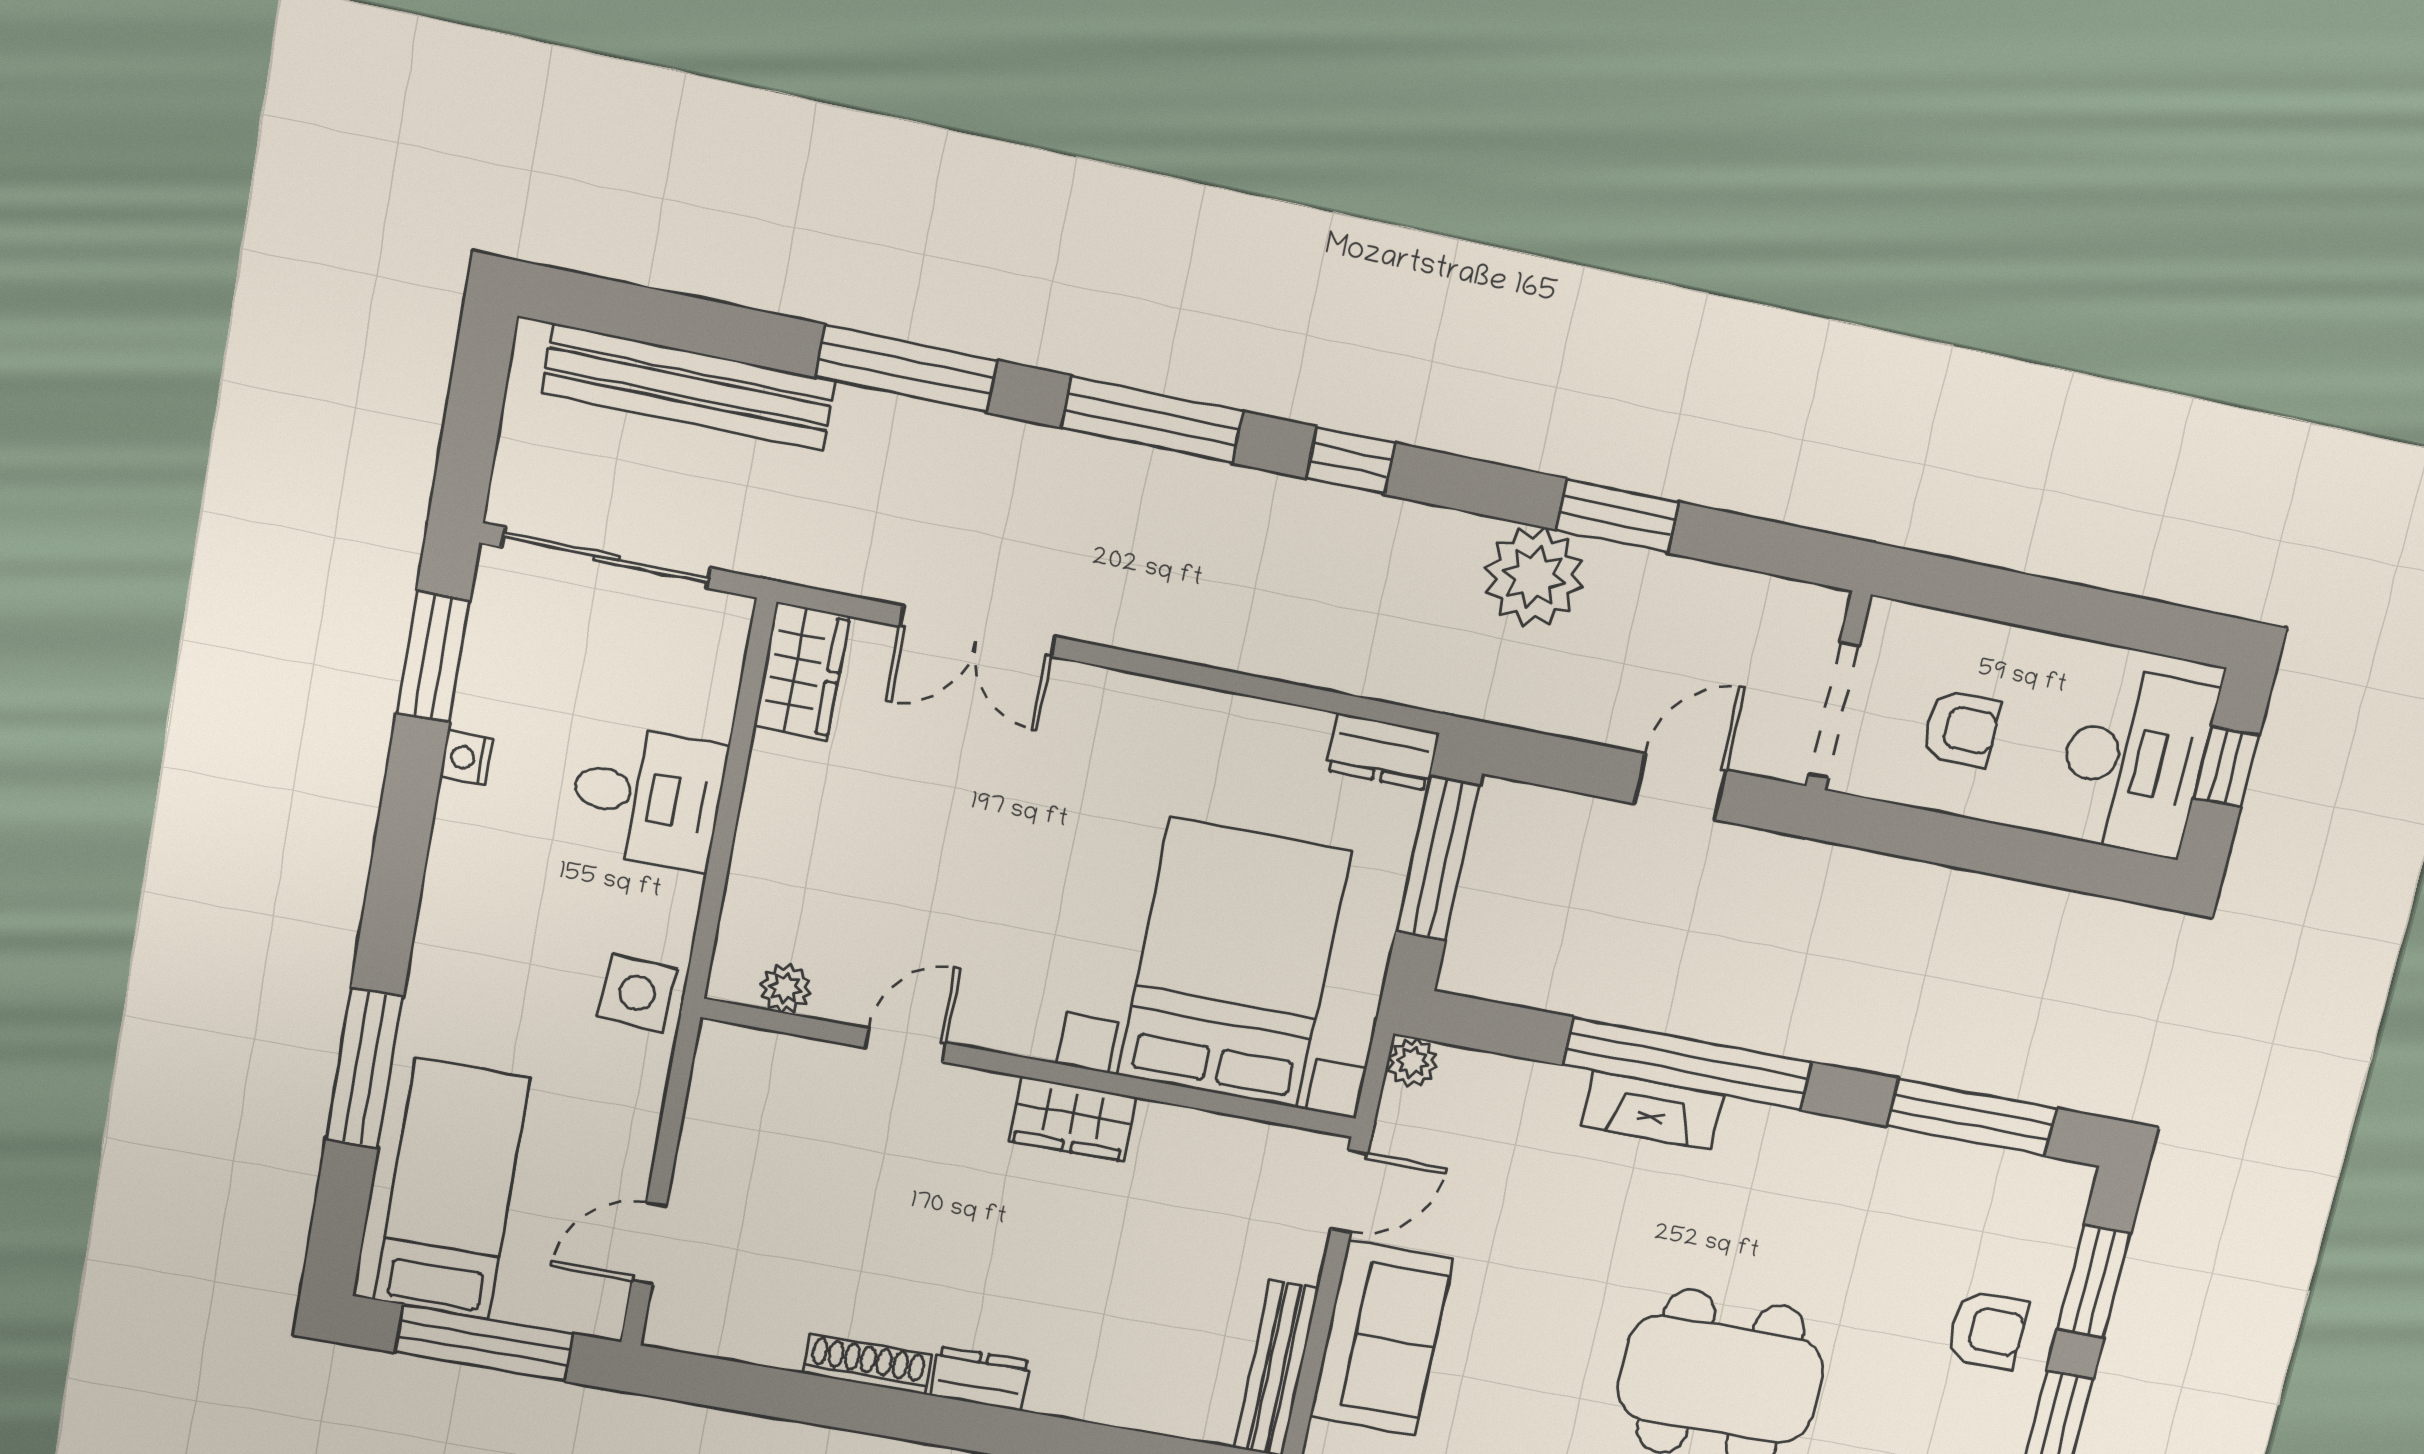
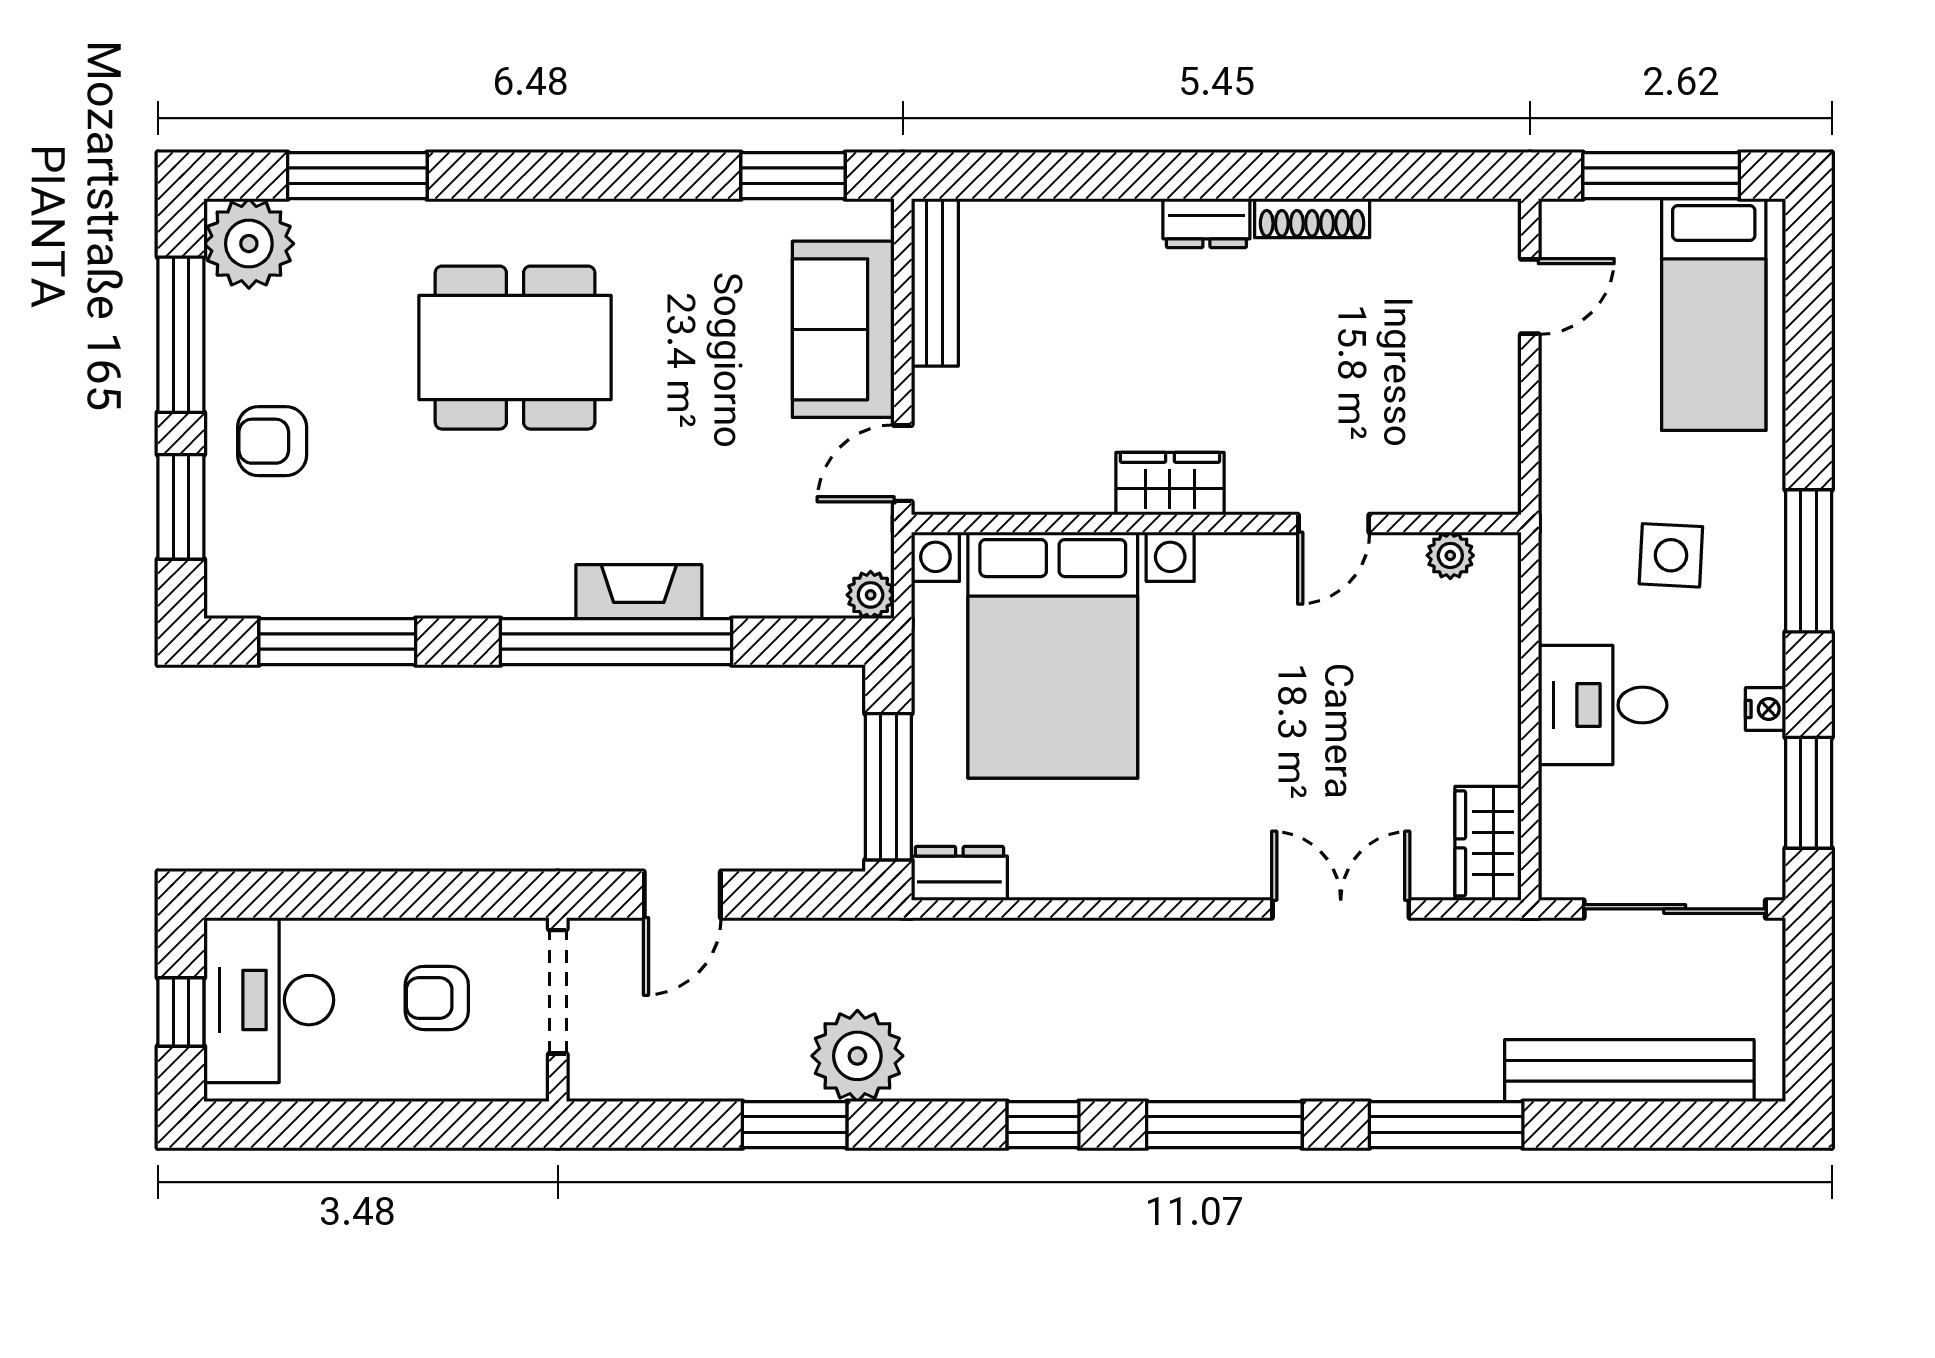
side table: (637, 993) -> (1671, 555), moved
window: (364, 1068) -> (1809, 561), moved

